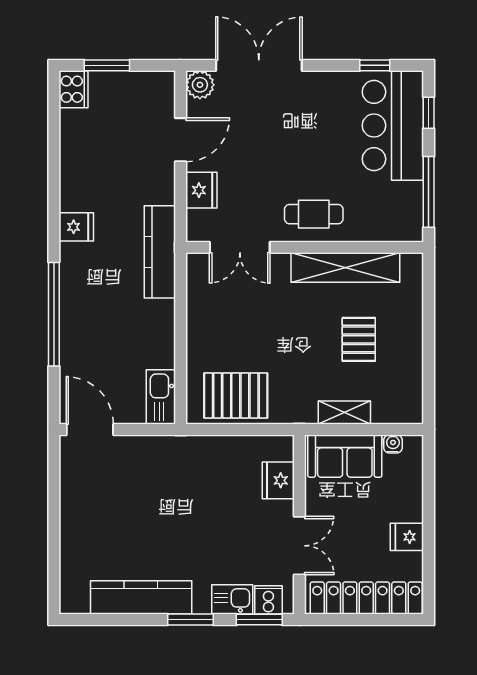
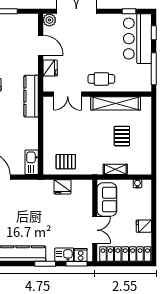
door: (181, 140) -> (41, 45), hinge flipped
pallet: (236, 395) -> (66, 162), width x0.67, depth x0.71
sofa: (345, 456) -> (107, 199), moved, turned -90
fridge: (278, 480) -> (62, 187), moved, turned -90

